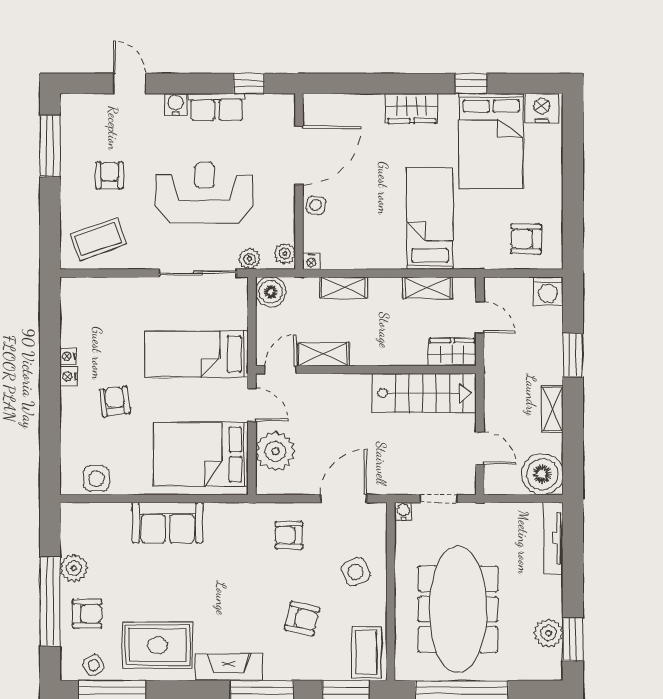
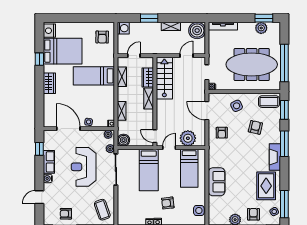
armchair: (109, 175) -> (66, 214), moved
wardrobe: (452, 352) -> (148, 77), moved
shelving: (323, 354) -> (149, 99), moved
bed: (201, 455) -> (189, 168), width x0.67

